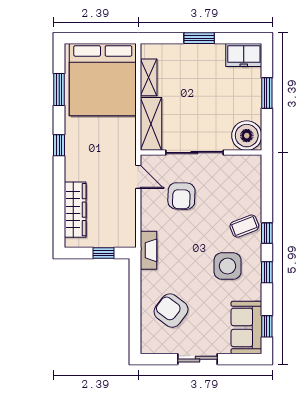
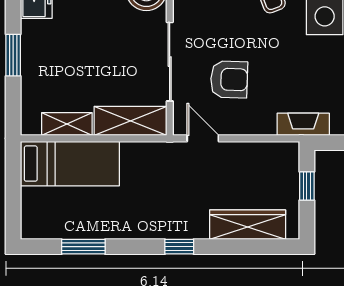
bed: (103, 80) -> (70, 164), width x0.49
window: (59, 145) -> (179, 247), moved
door: (138, 177) -> (203, 138), hinge flipped

